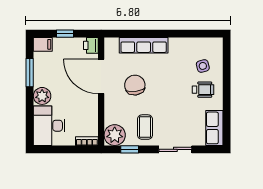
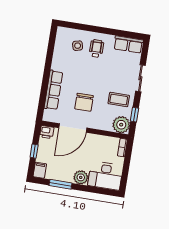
chair: (135, 85) -> (84, 102), turned -82

